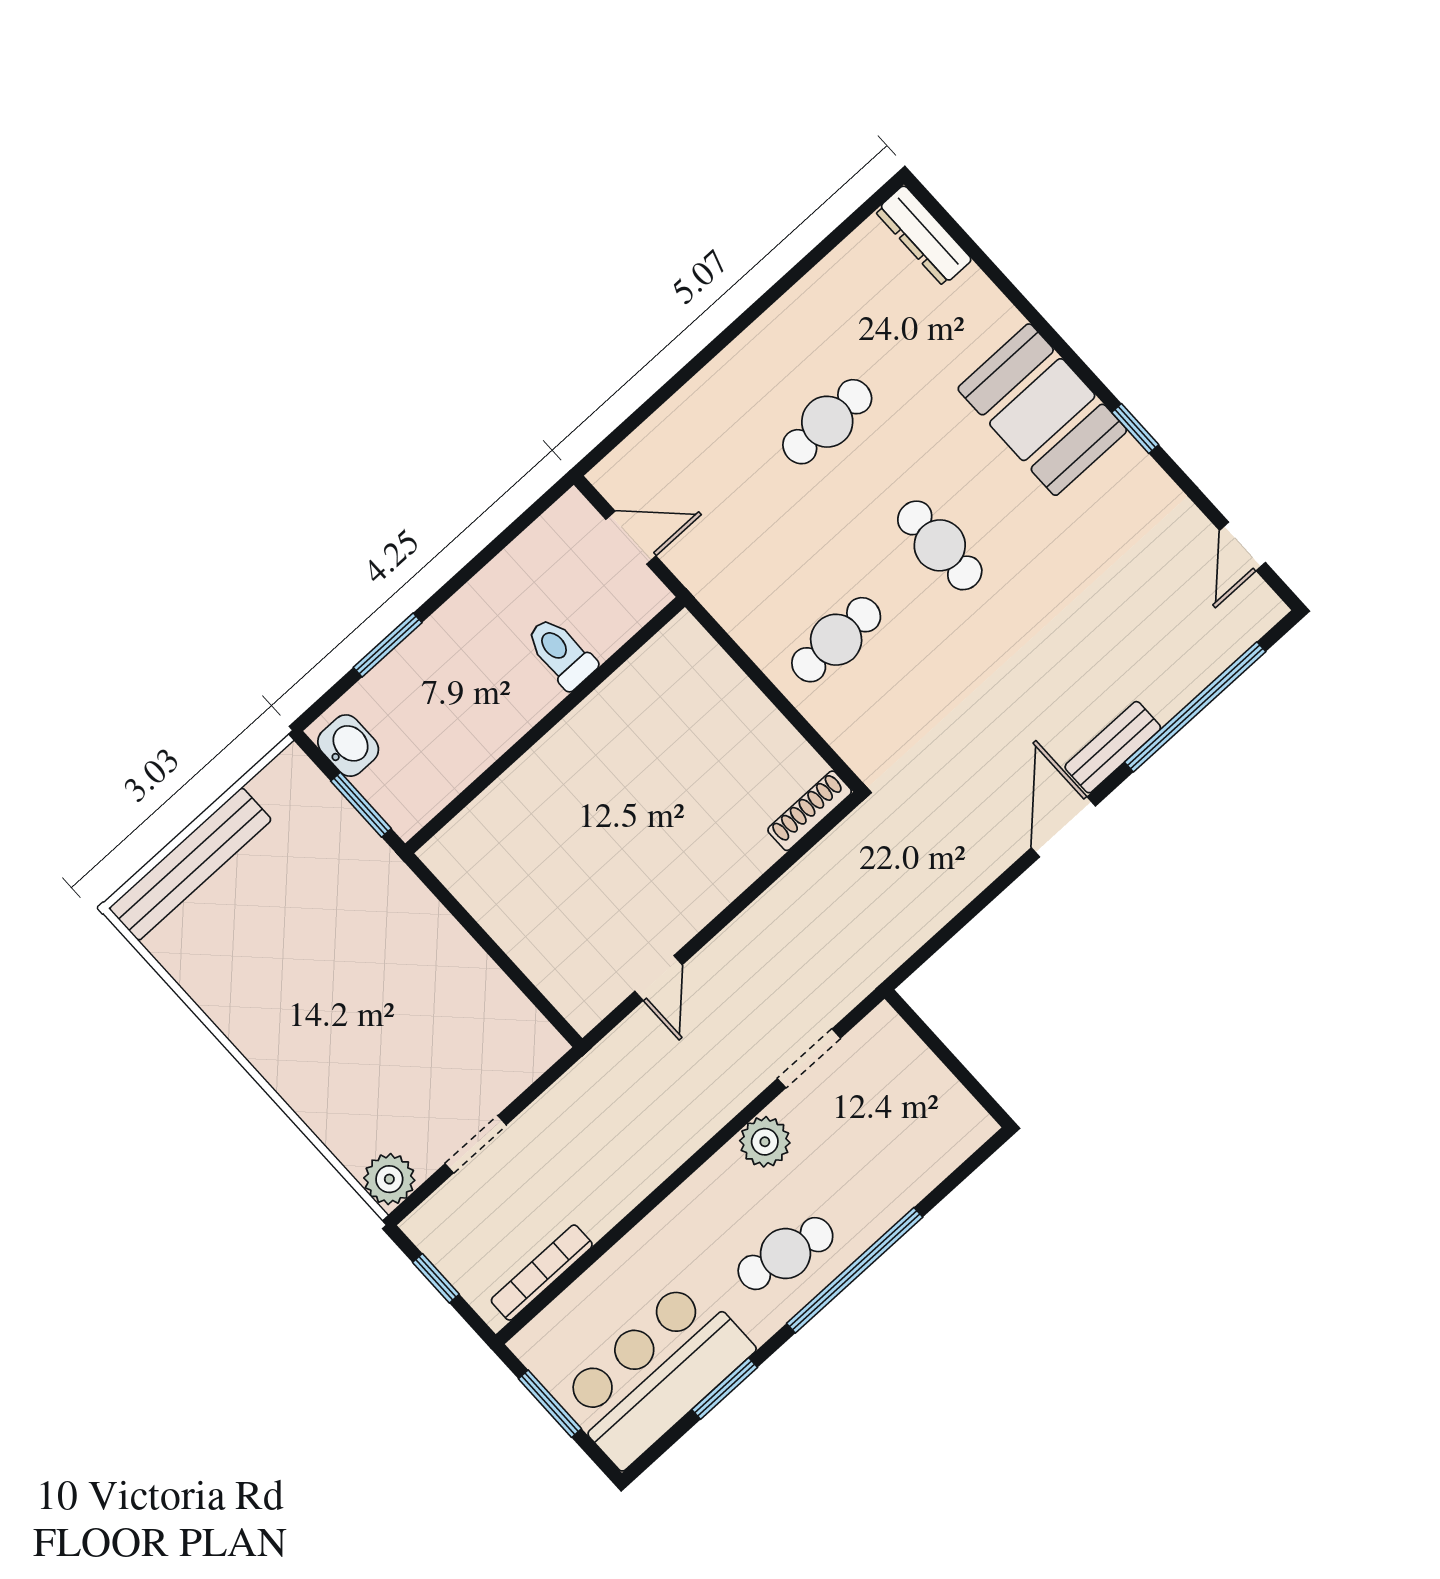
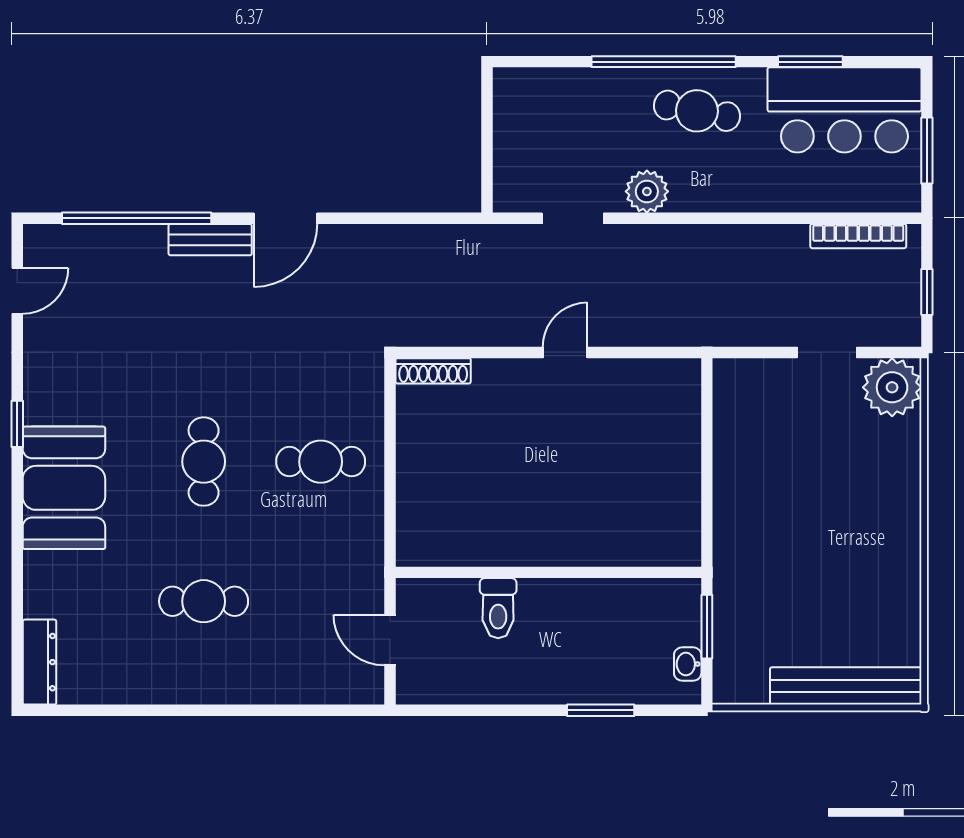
washbasin: (348, 746) -> (688, 664), width x0.72, depth x0.69
door: (659, 978) -> (565, 352), moved
plant: (389, 1179) -> (892, 387), width x1.36, depth x1.36

